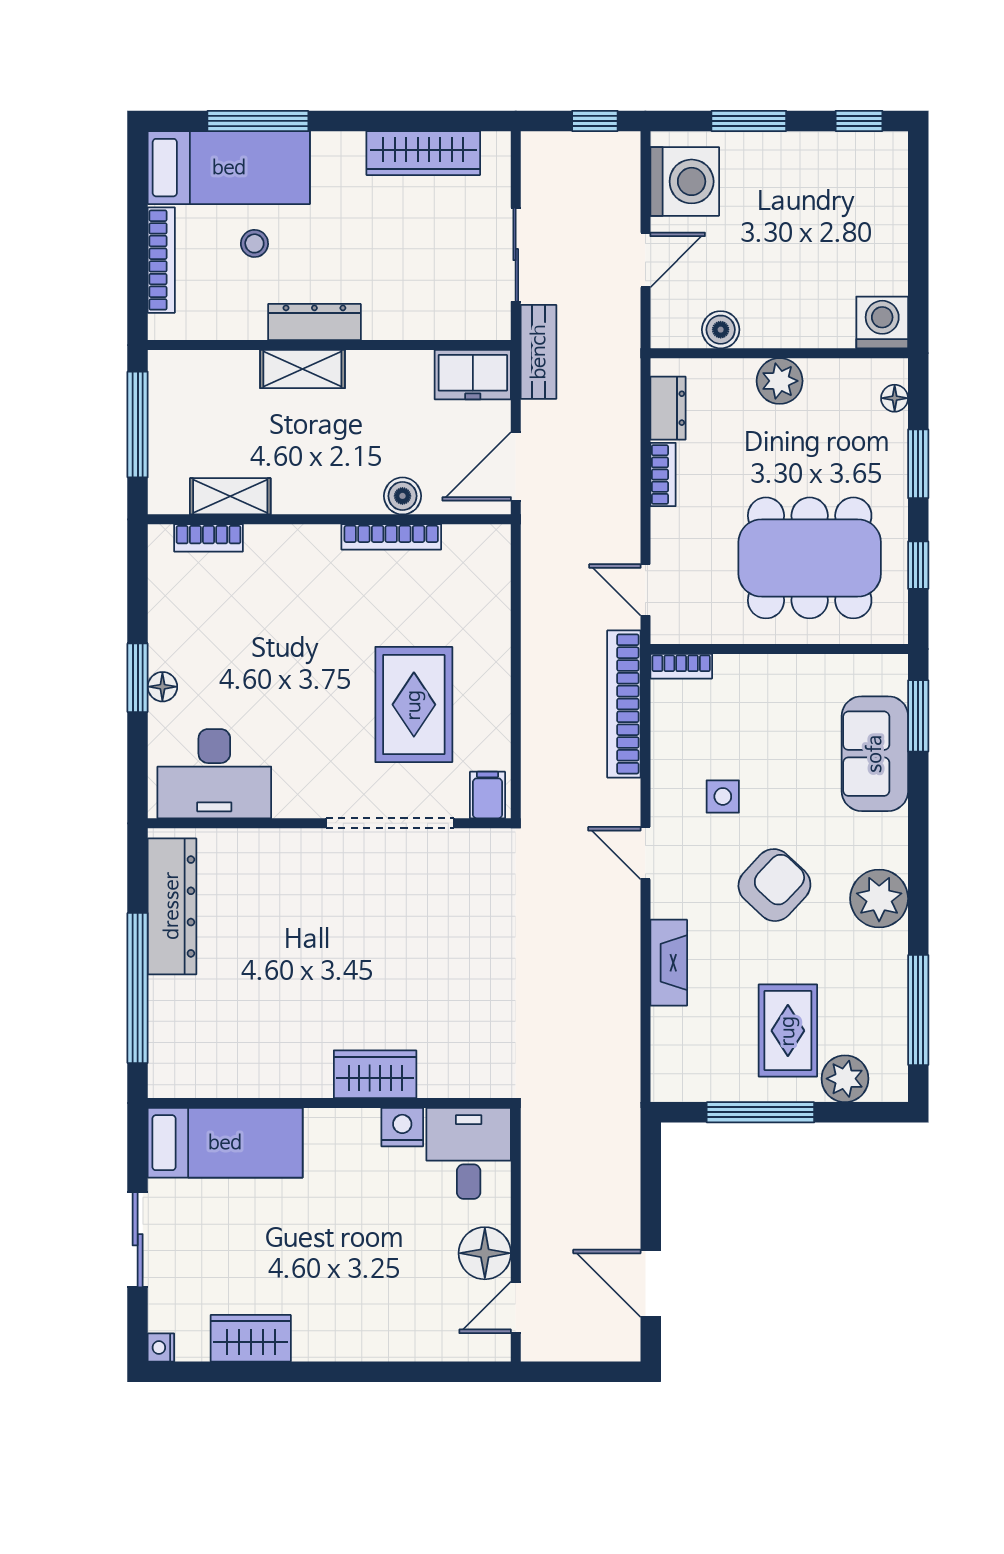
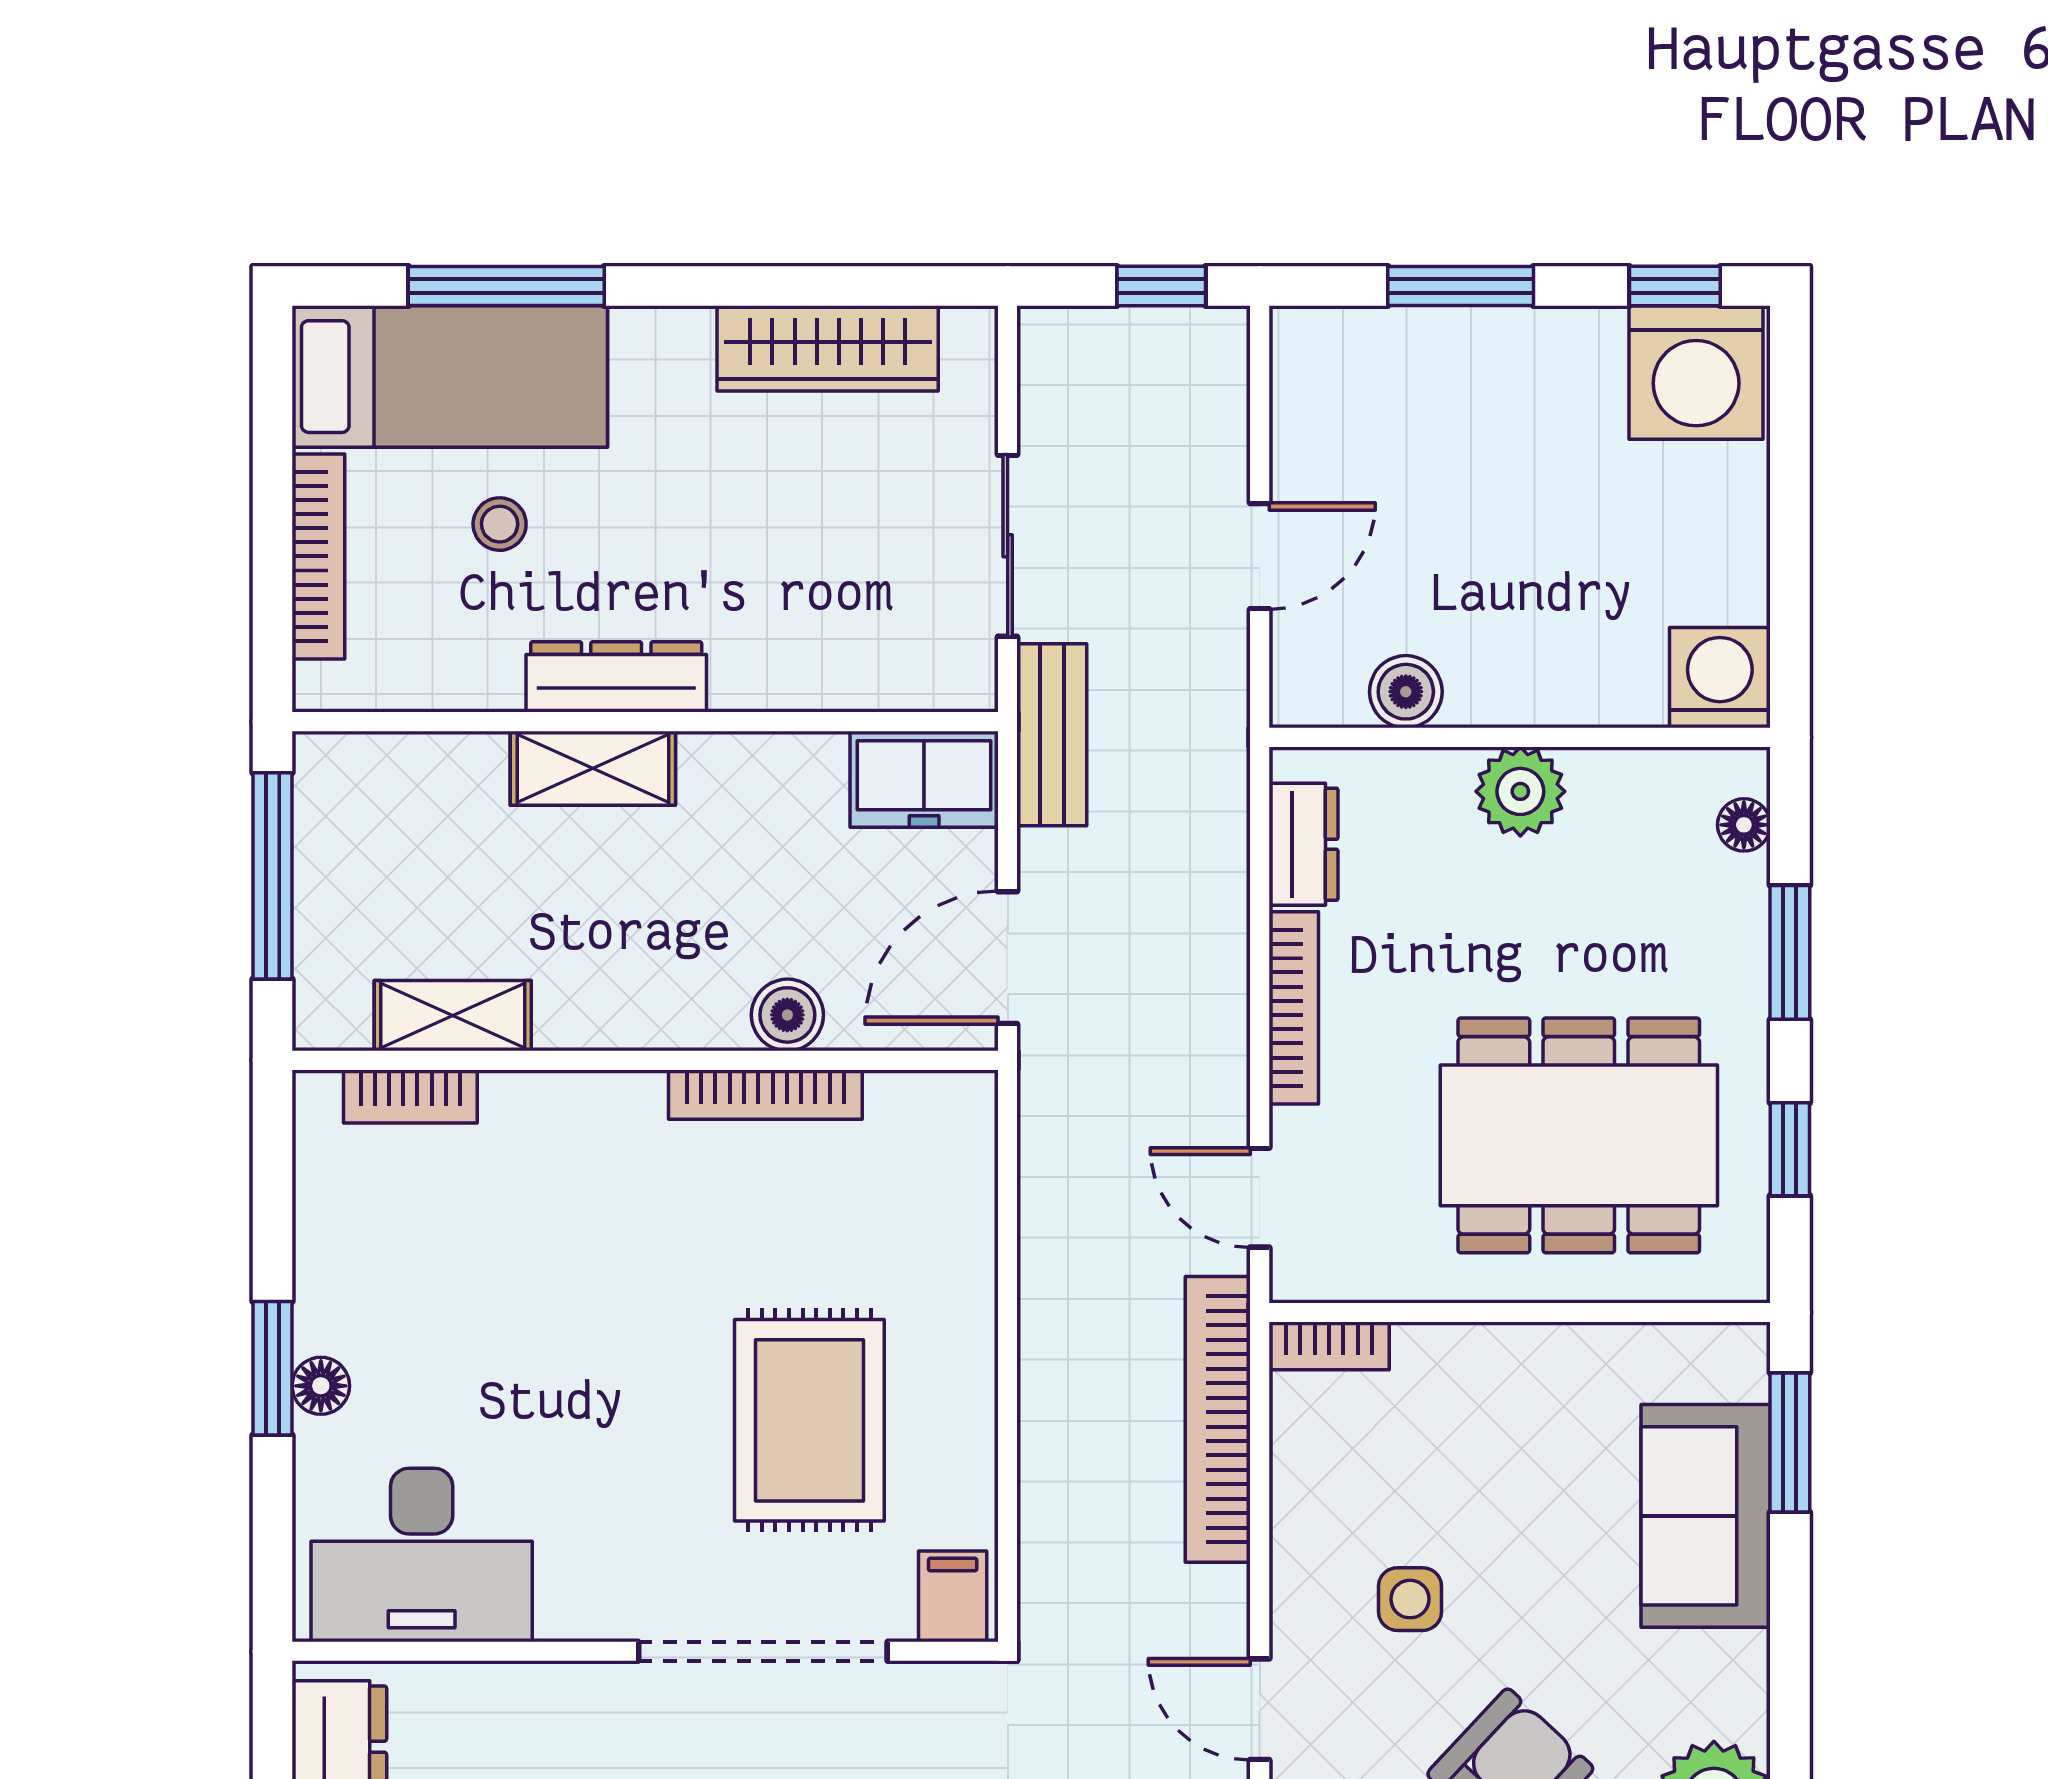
washing machine: (685, 181) -> (1696, 372), moved, turned 90
bookcase: (663, 475) -> (1294, 1008), width x1.56

